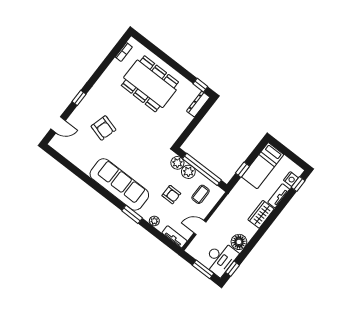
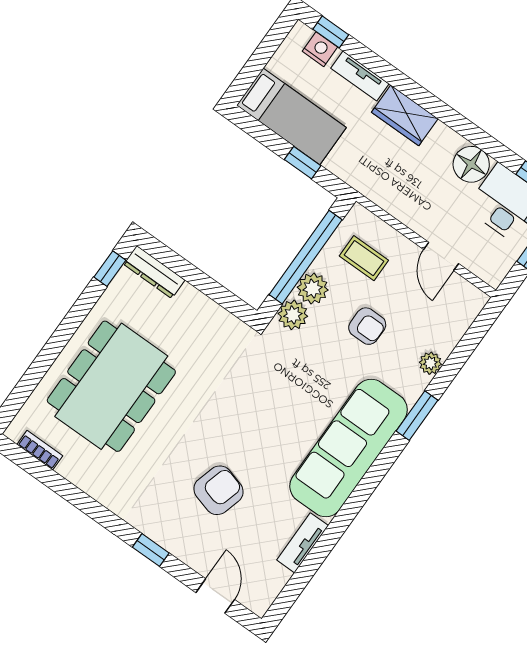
armchair: (171, 195) -> (367, 326), turned 90
tv unit: (175, 237) -> (303, 543), moved

